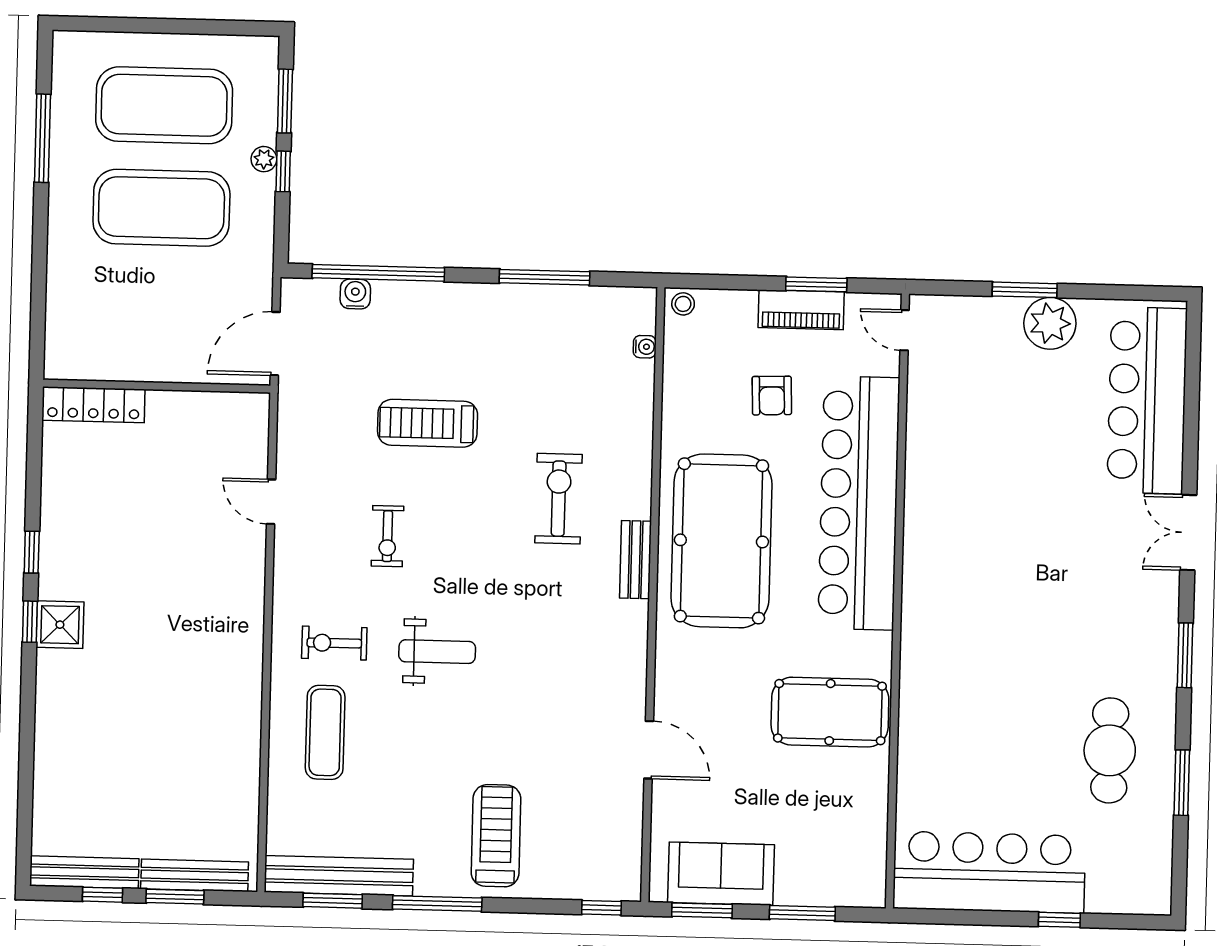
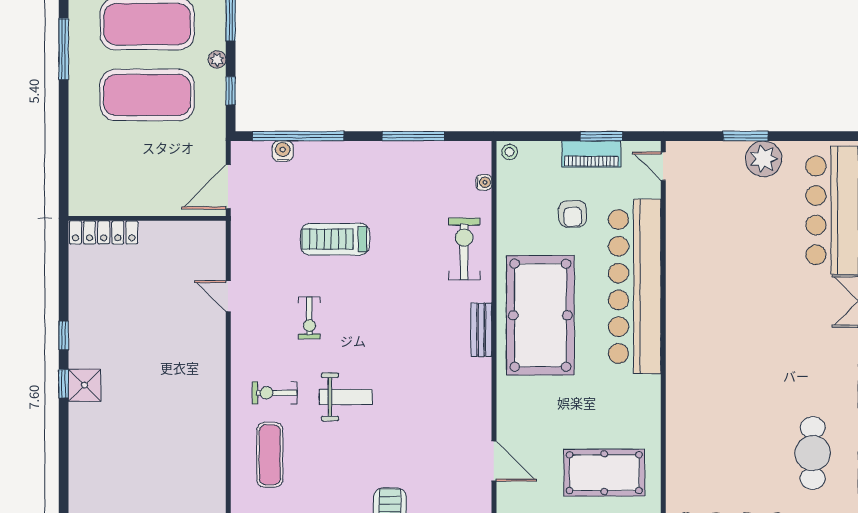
window: (283, 171) -> (231, 91), moved
exercise bike: (559, 499) -> (464, 249), moved
pool table: (830, 712) -> (604, 473), moved

